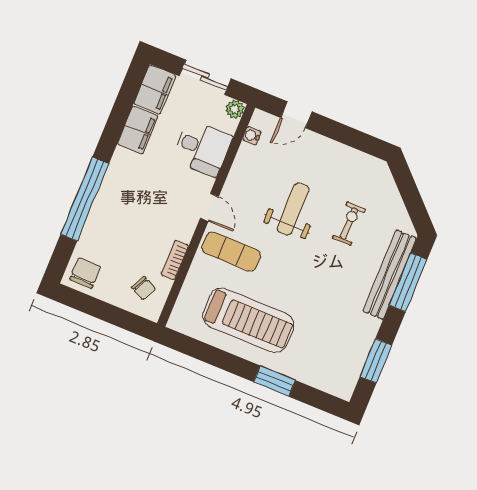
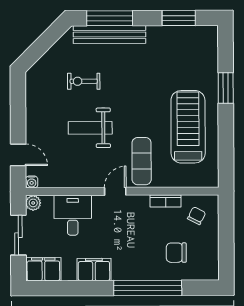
filing cabinet: (138, 130) -> (94, 269), moved
water cooler: (252, 135) -> (32, 182), moved
chair: (85, 273) -> (176, 253), moved

